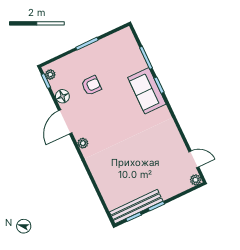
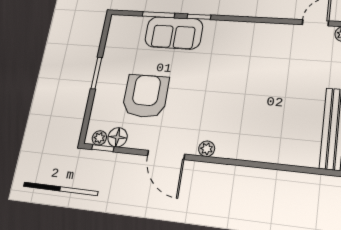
armchair: (91, 85) -> (145, 96), width x1.88, depth x1.88
sofa: (147, 91) -> (174, 33), moved
floor lamp: (62, 96) -> (118, 137), moved

